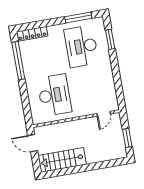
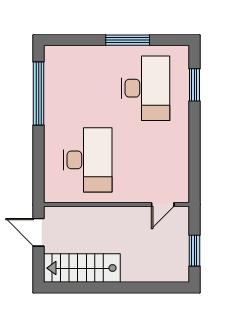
window: (78, 17) -> (128, 40), moved
locker: (32, 34) -> (69, 54), removed
desk: (81, 46) -> (145, 88), turned 180

